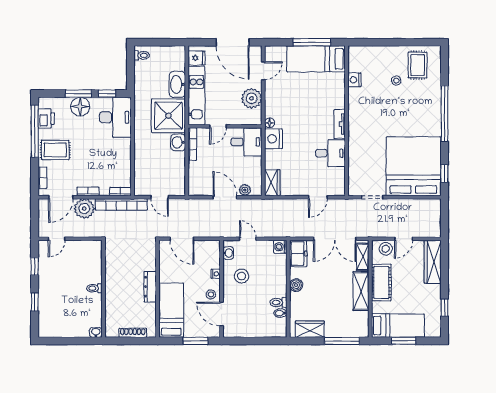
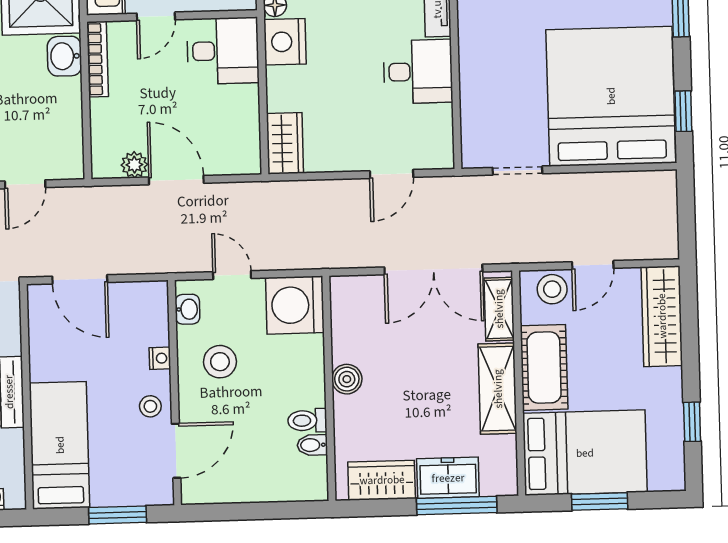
plant: (245, 190) -> (134, 165), moved
door: (160, 197) -> (25, 184), hinge flipped
washing machine: (280, 247) -> (295, 305), width x1.89, depth x1.89
freezer: (298, 253) -> (448, 478), moved, turned -90
door: (221, 314) -> (176, 451), swing flipped
bed: (398, 326) -> (585, 453), width x1.50

